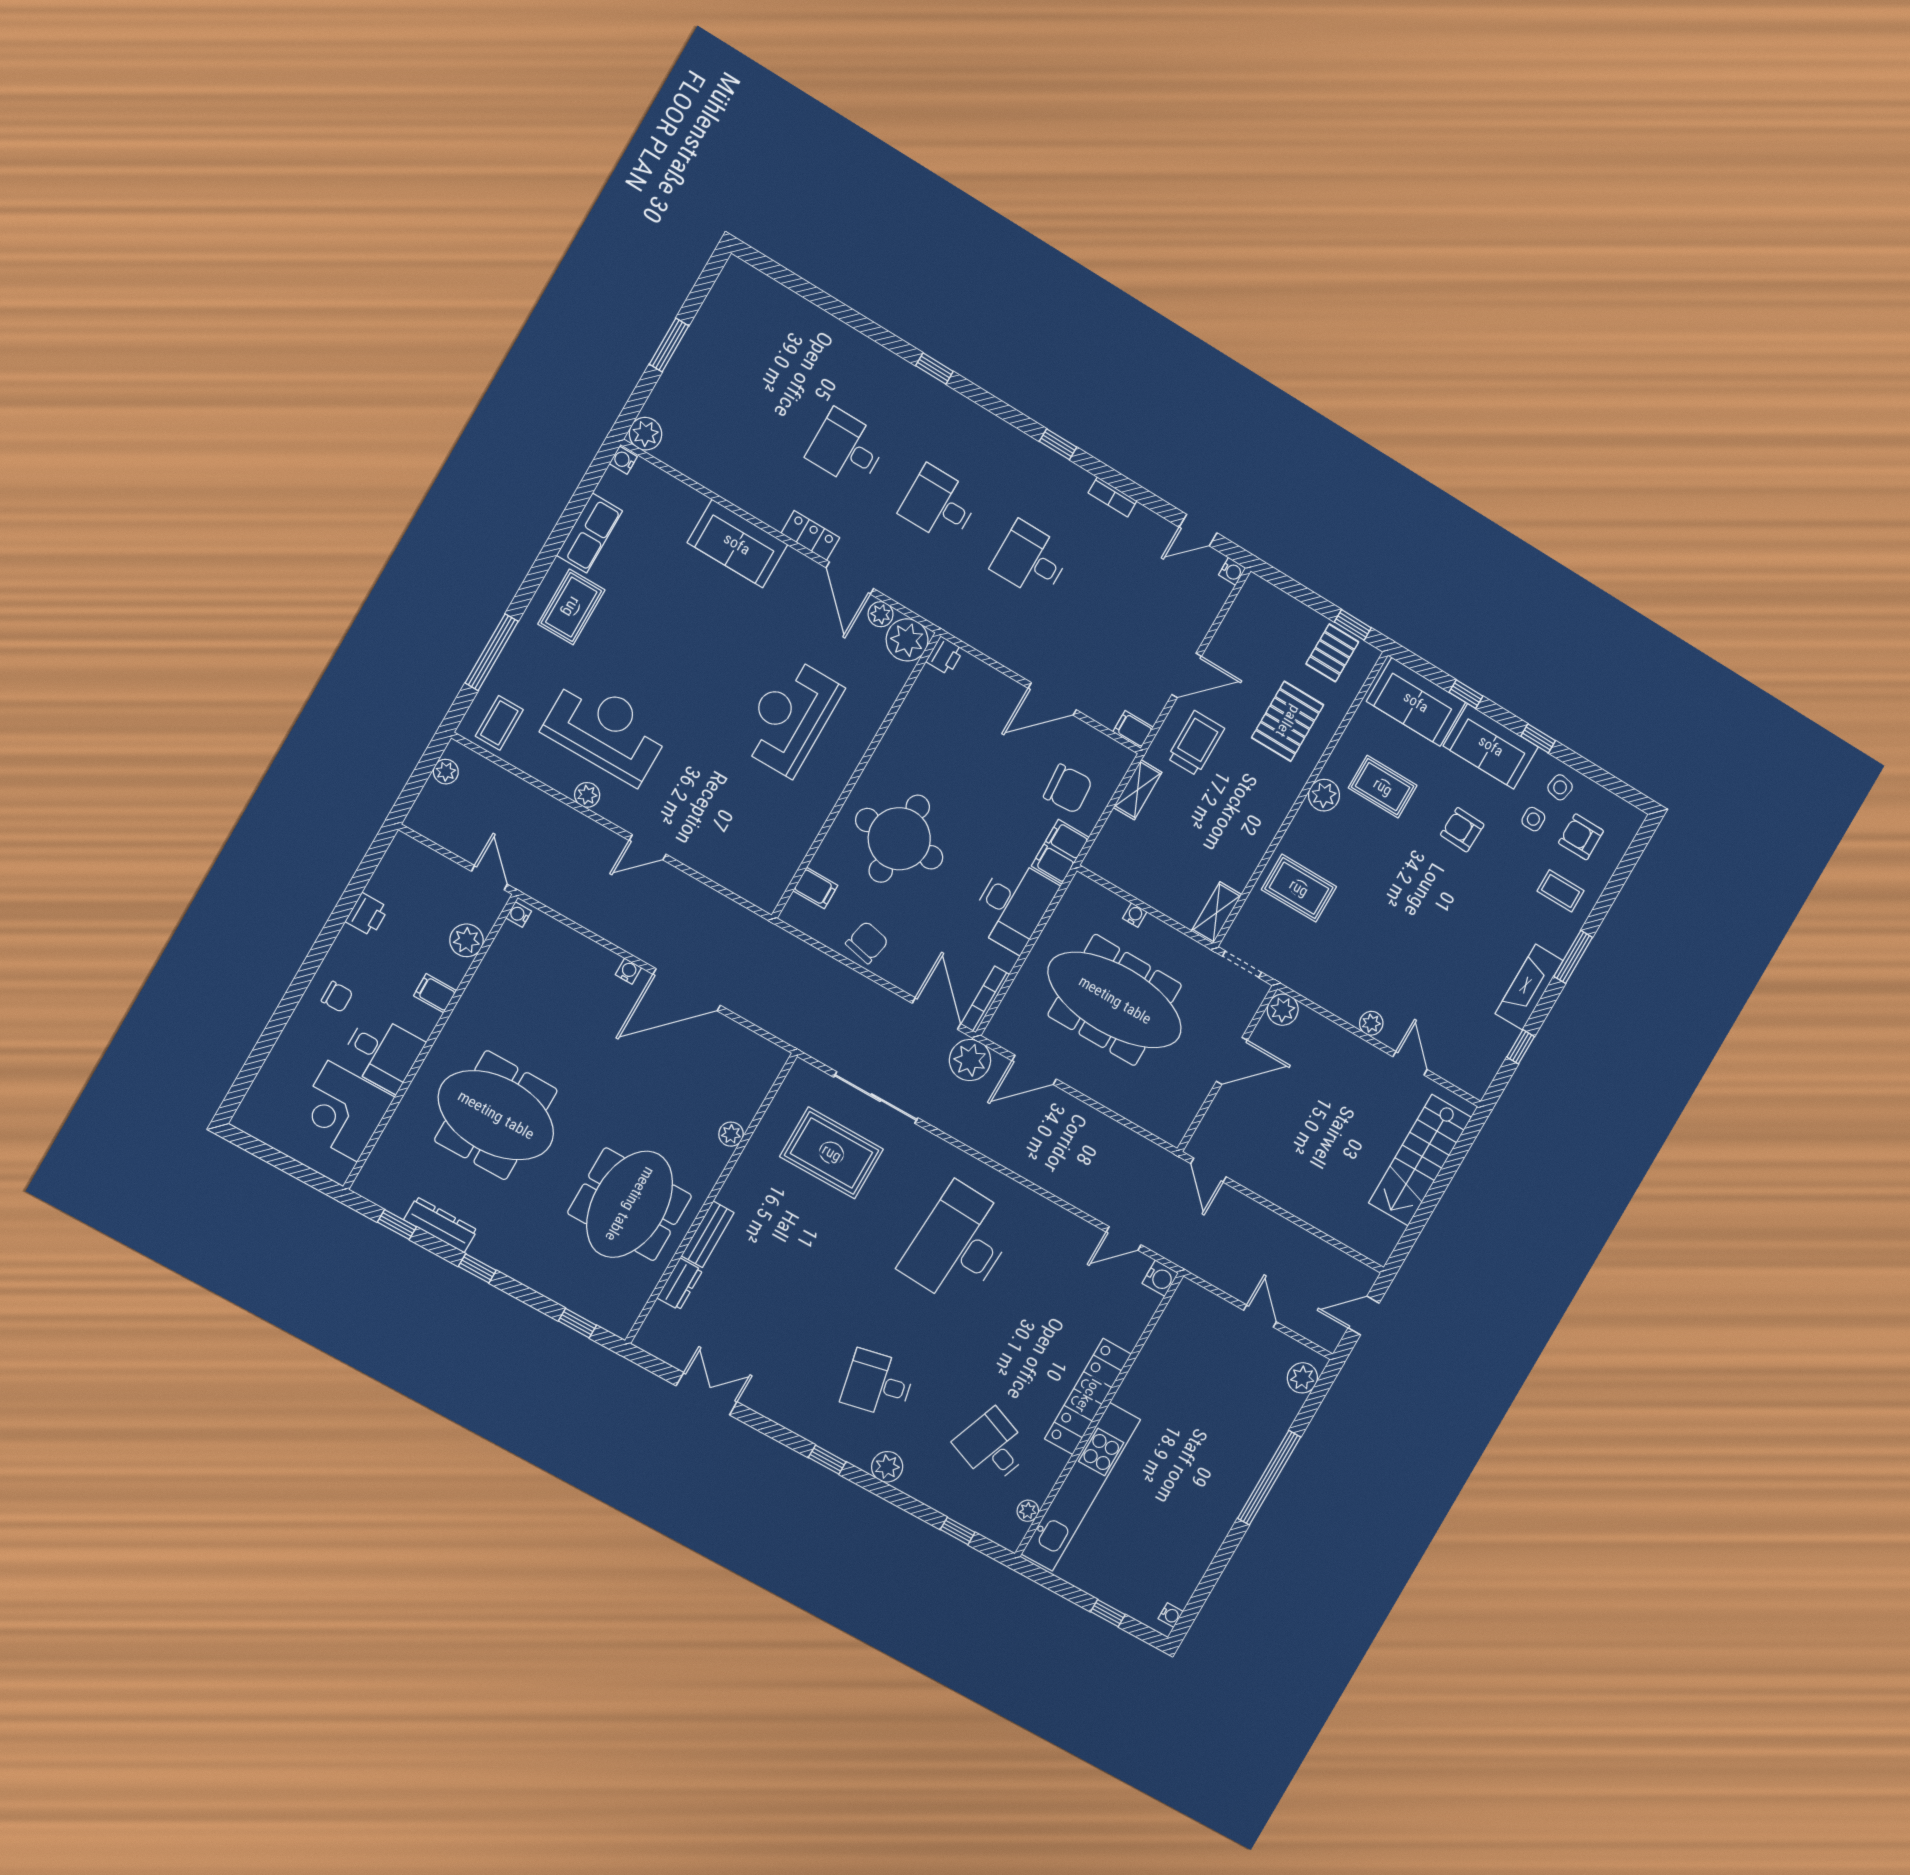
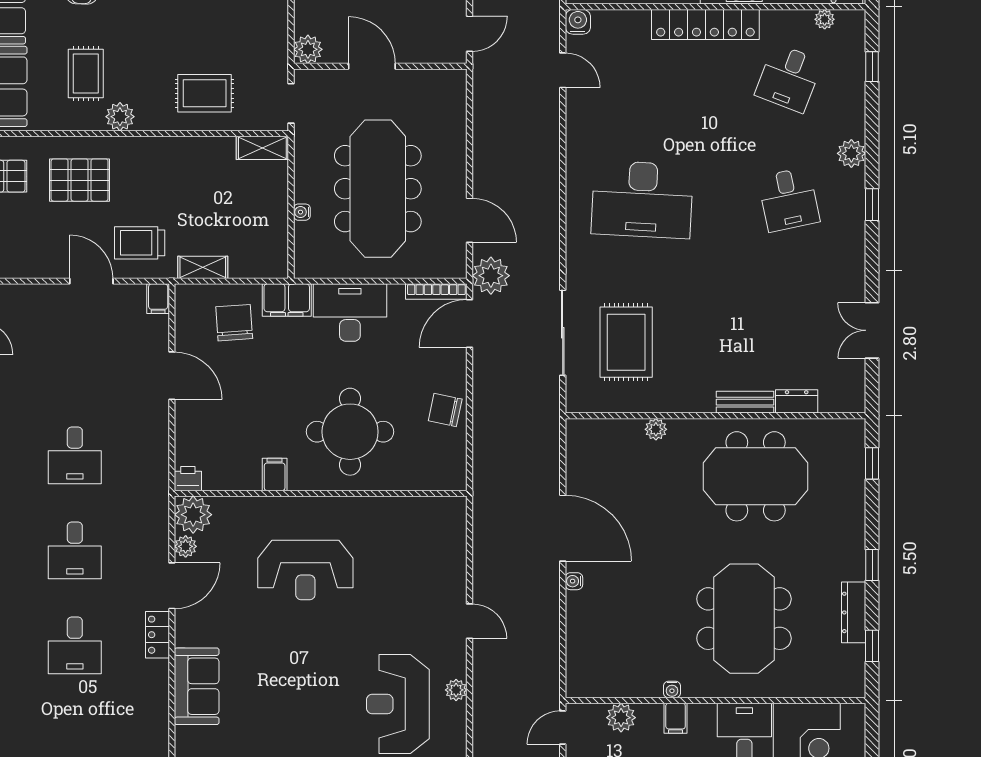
filing cabinet: (815, 888) -> (275, 474), moved
rug: (1299, 888) -> (205, 93), turned 90
water cooler: (519, 914) -> (672, 689), moved

